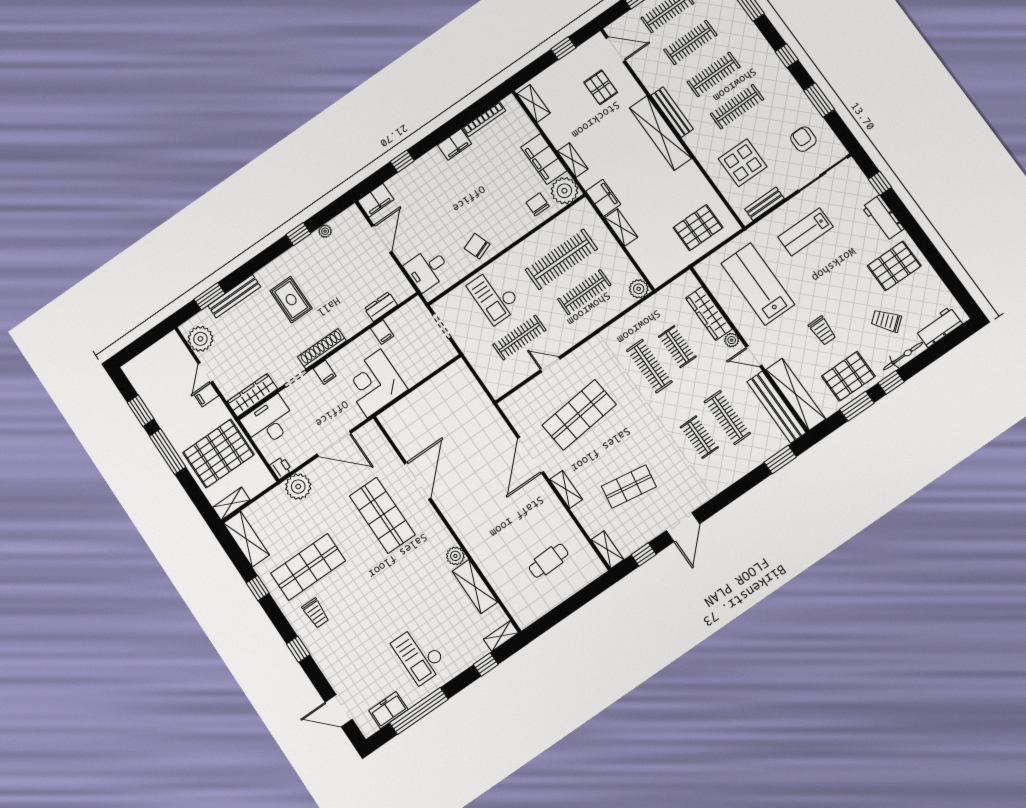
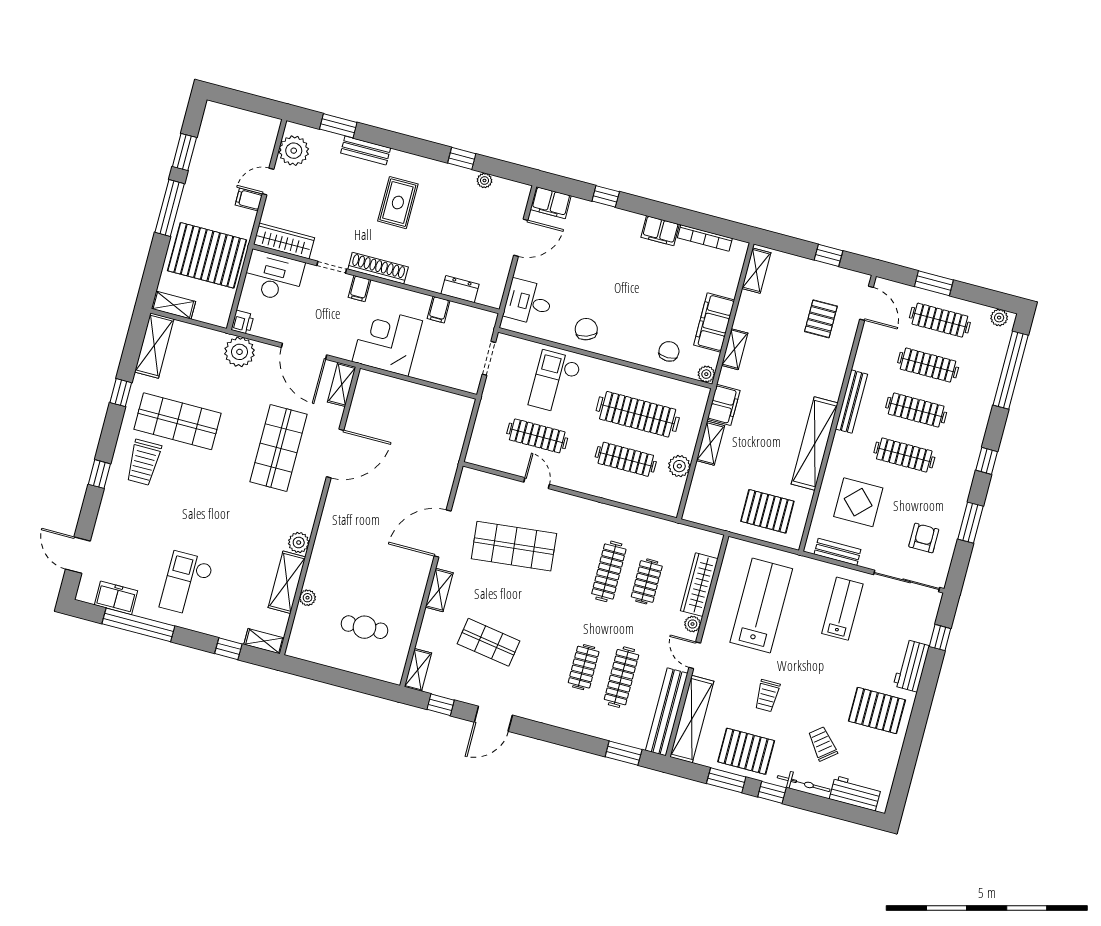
shelving: (661, 133) -> (815, 444), moved
plant: (564, 191) -> (706, 374), width x0.53, depth x0.53
lab bench: (806, 232) -> (842, 609), turned 90
plant: (639, 289) -> (679, 466), moved
bench: (234, 296) -> (366, 151), width x0.73
shelving: (376, 438) -> (342, 384), added
plant: (497, 582) -> (307, 598), added
trolley: (316, 613) -> (144, 462), width x1.36, depth x1.39

